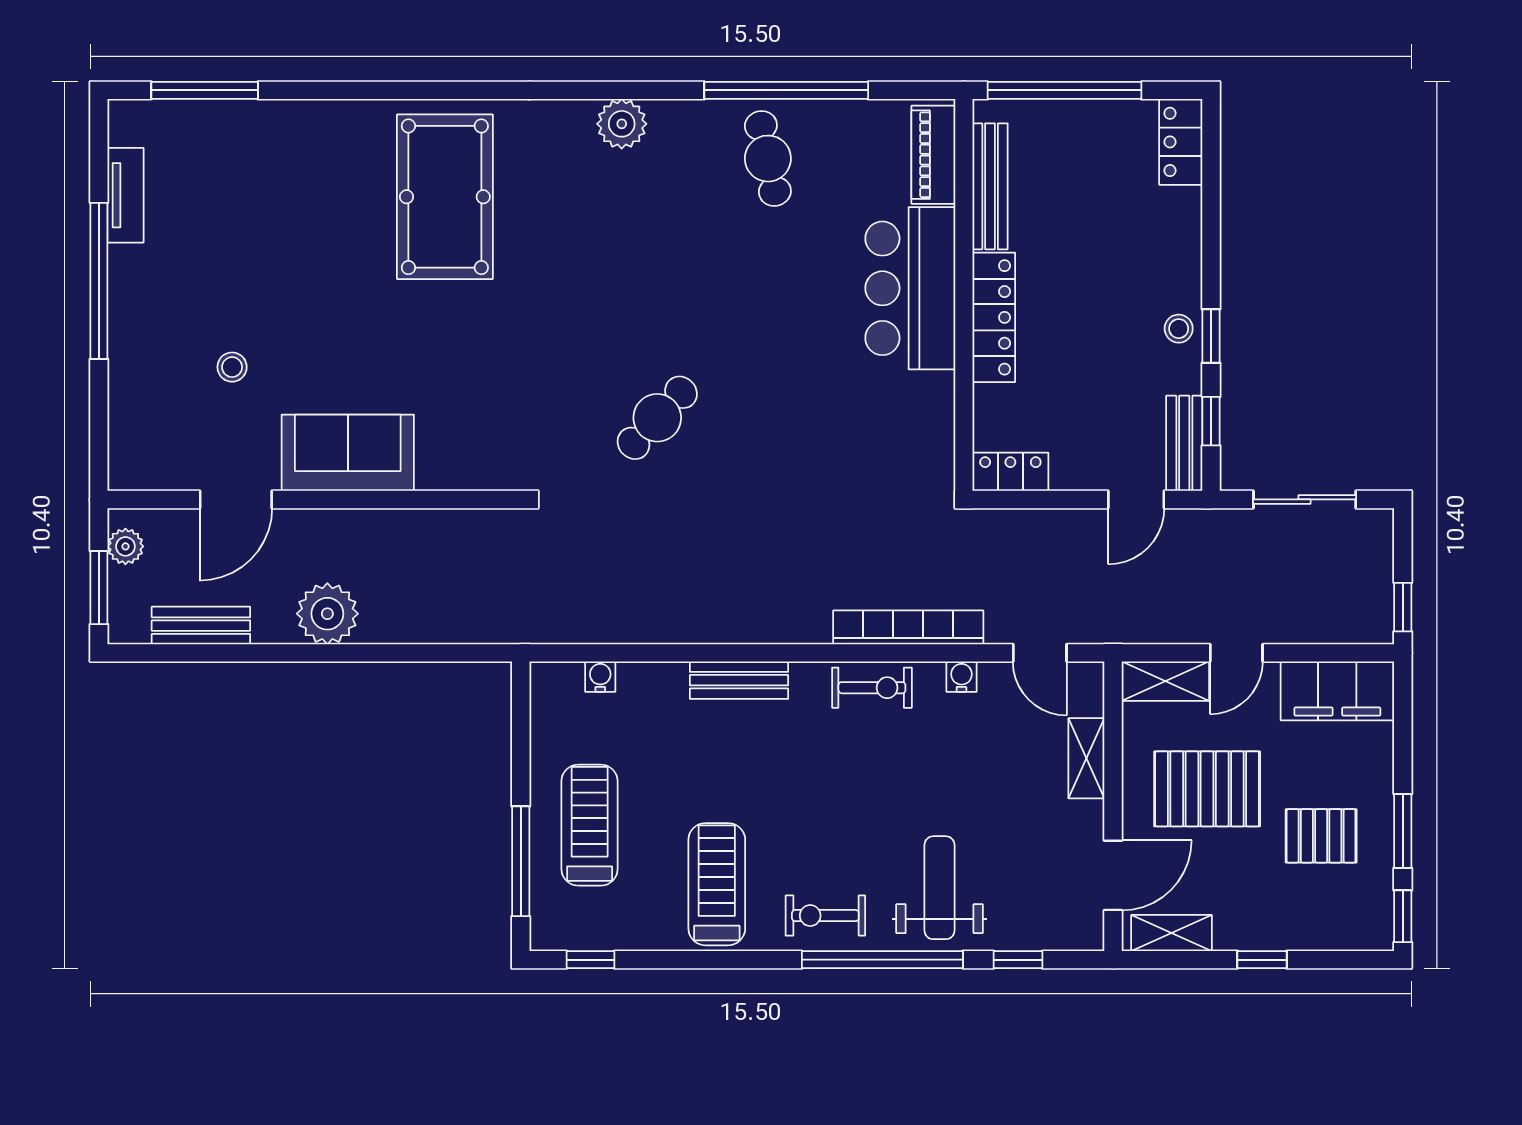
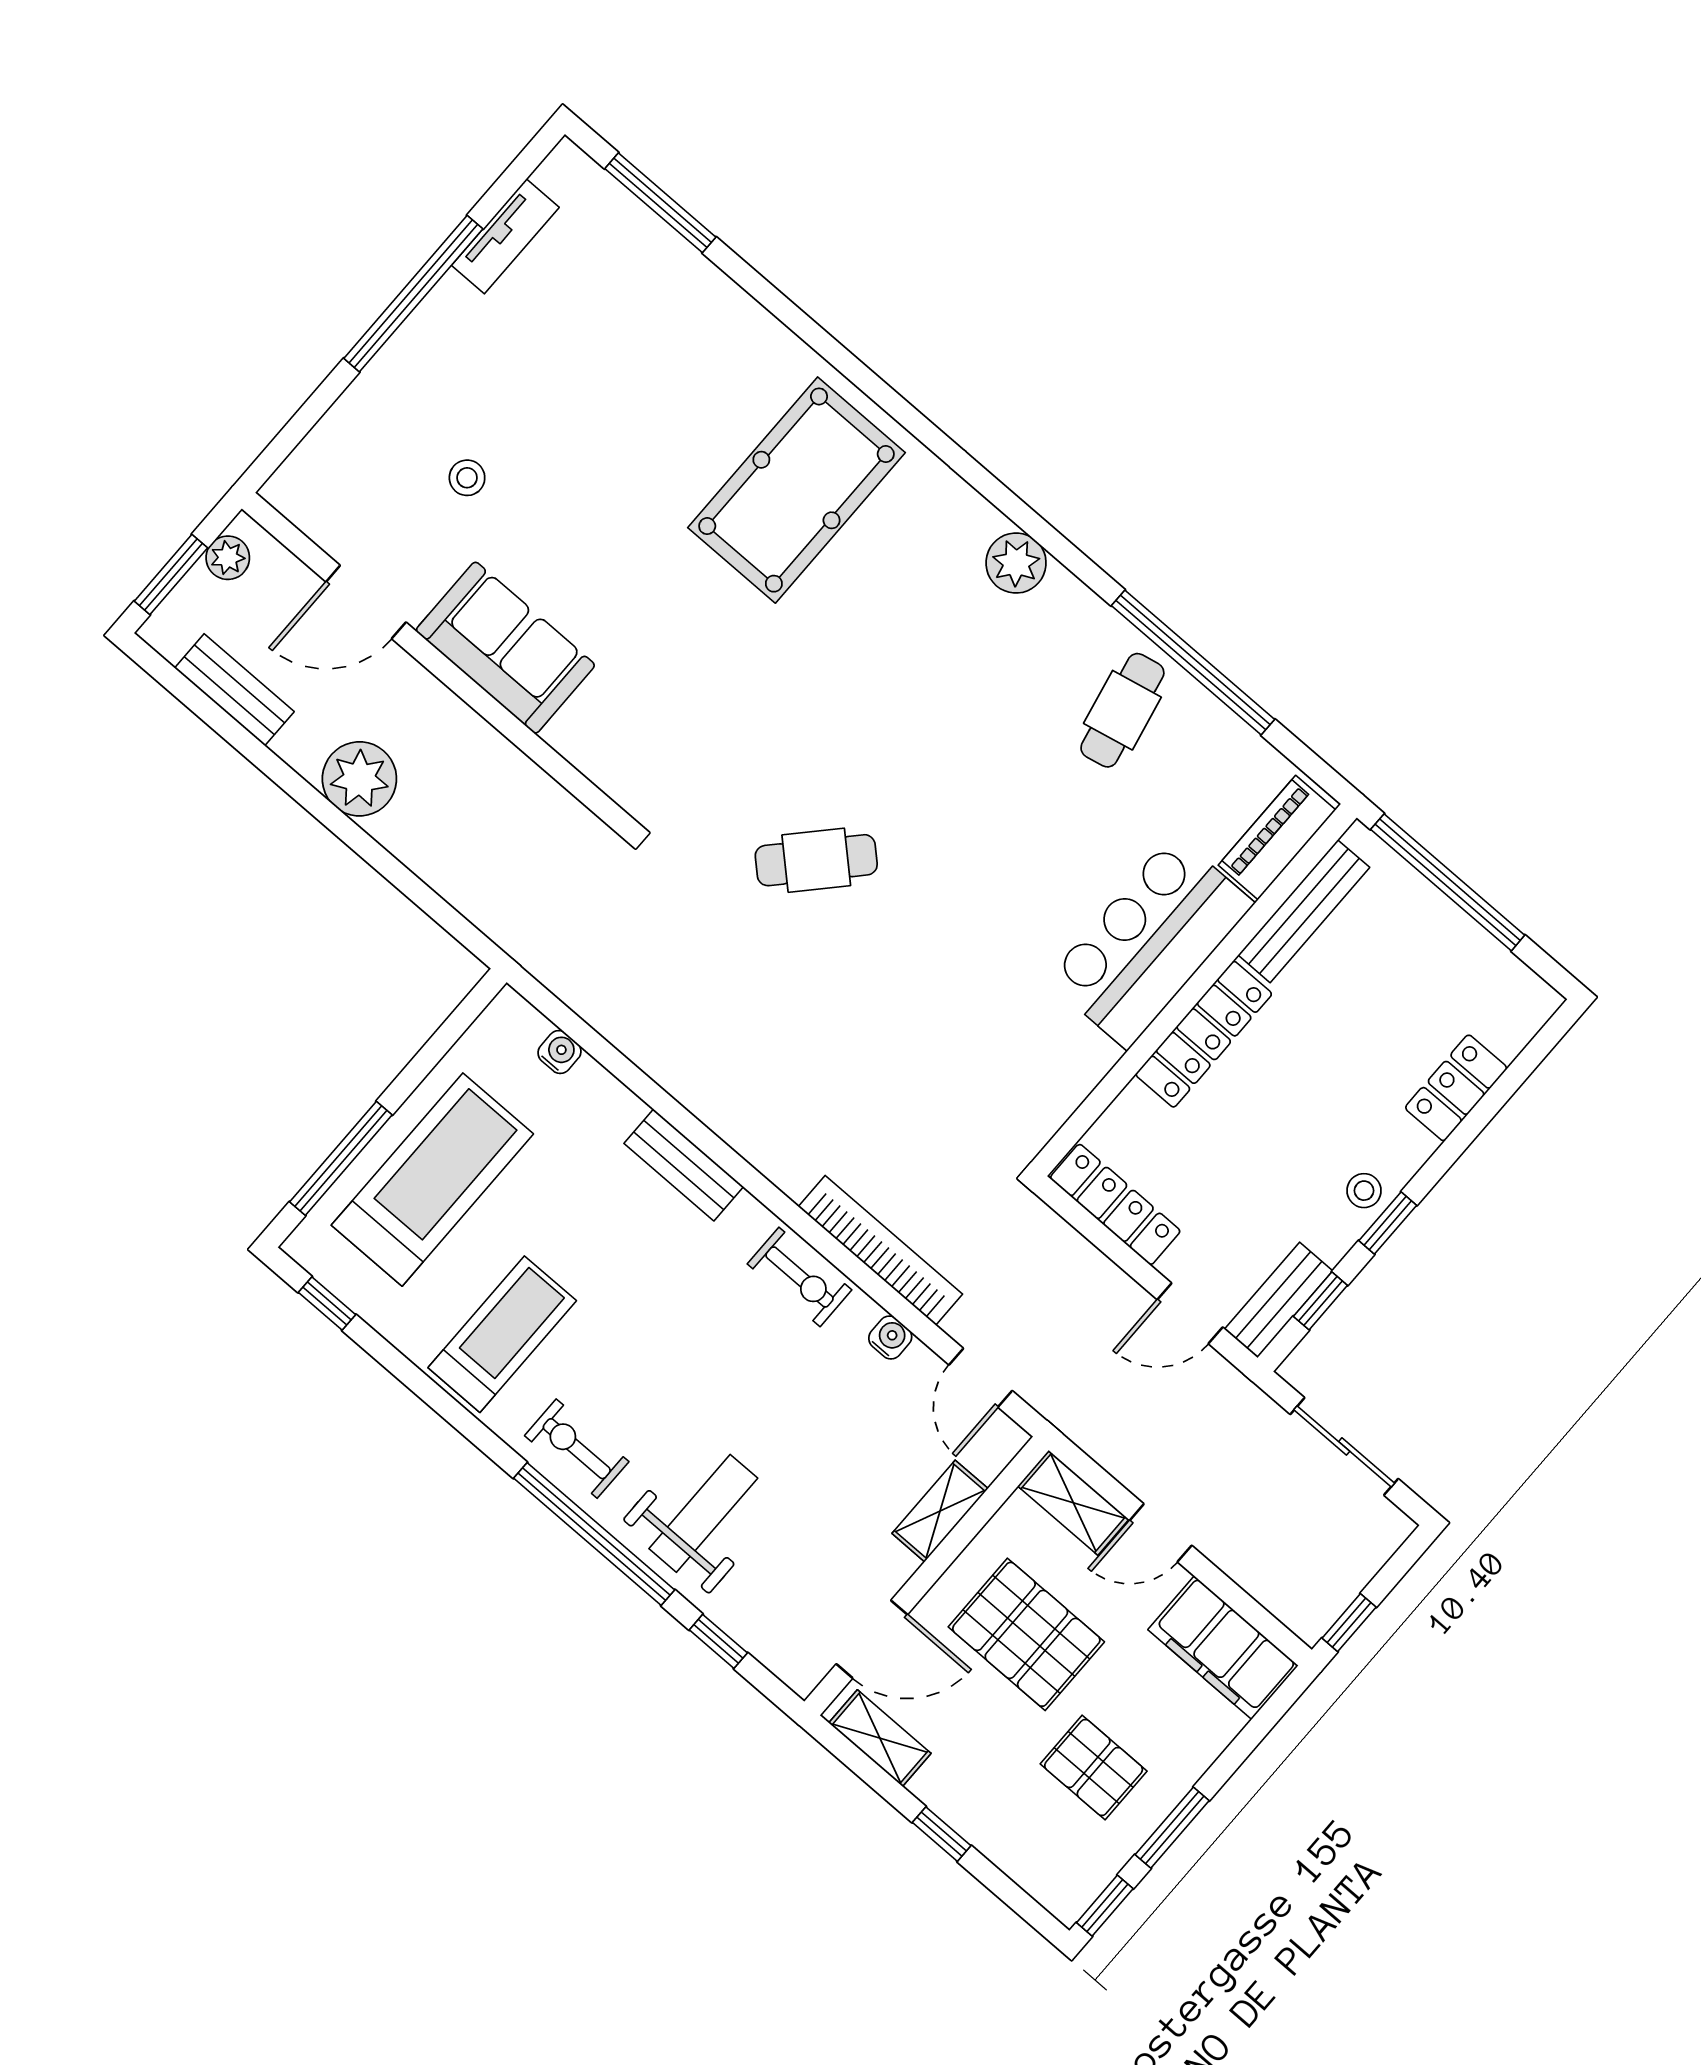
locker: (1181, 142) -> (1456, 1088), moved
locker: (1010, 472) -> (1115, 1204), width x1.53
treadmill: (590, 825) -> (432, 1180), width x1.37, depth x1.38

